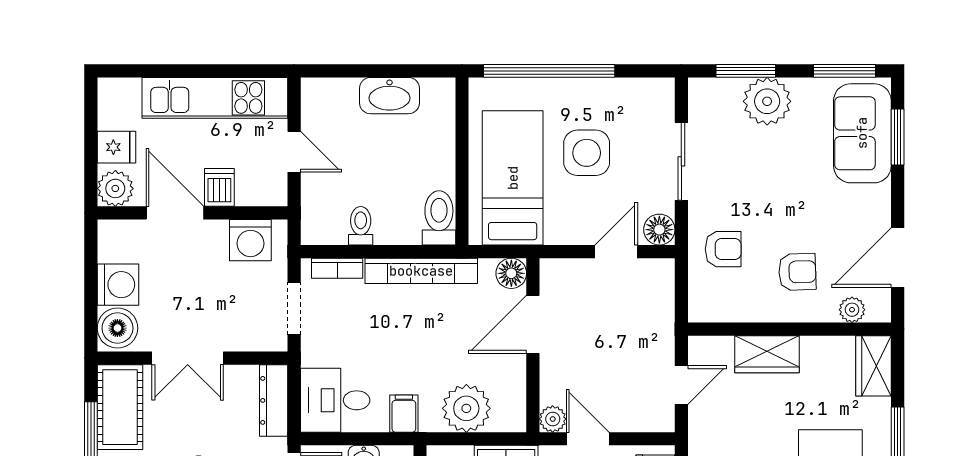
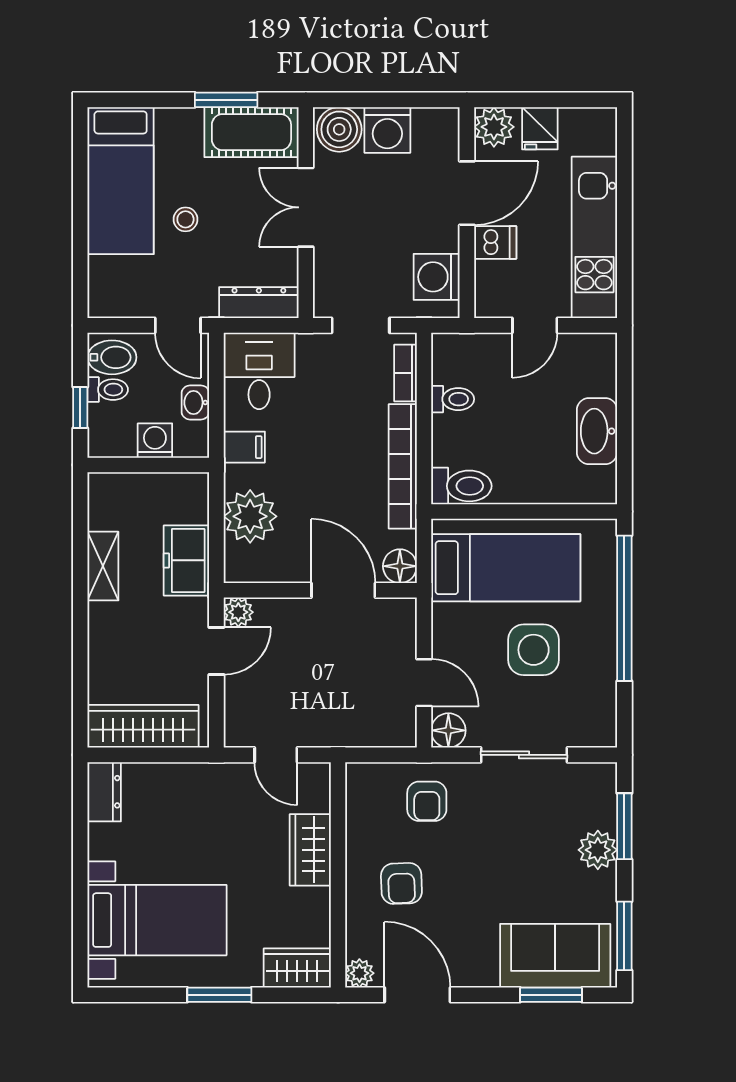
plant: (767, 101) -> (598, 850), width x0.73, depth x0.73
plant: (852, 310) -> (359, 973), moved

